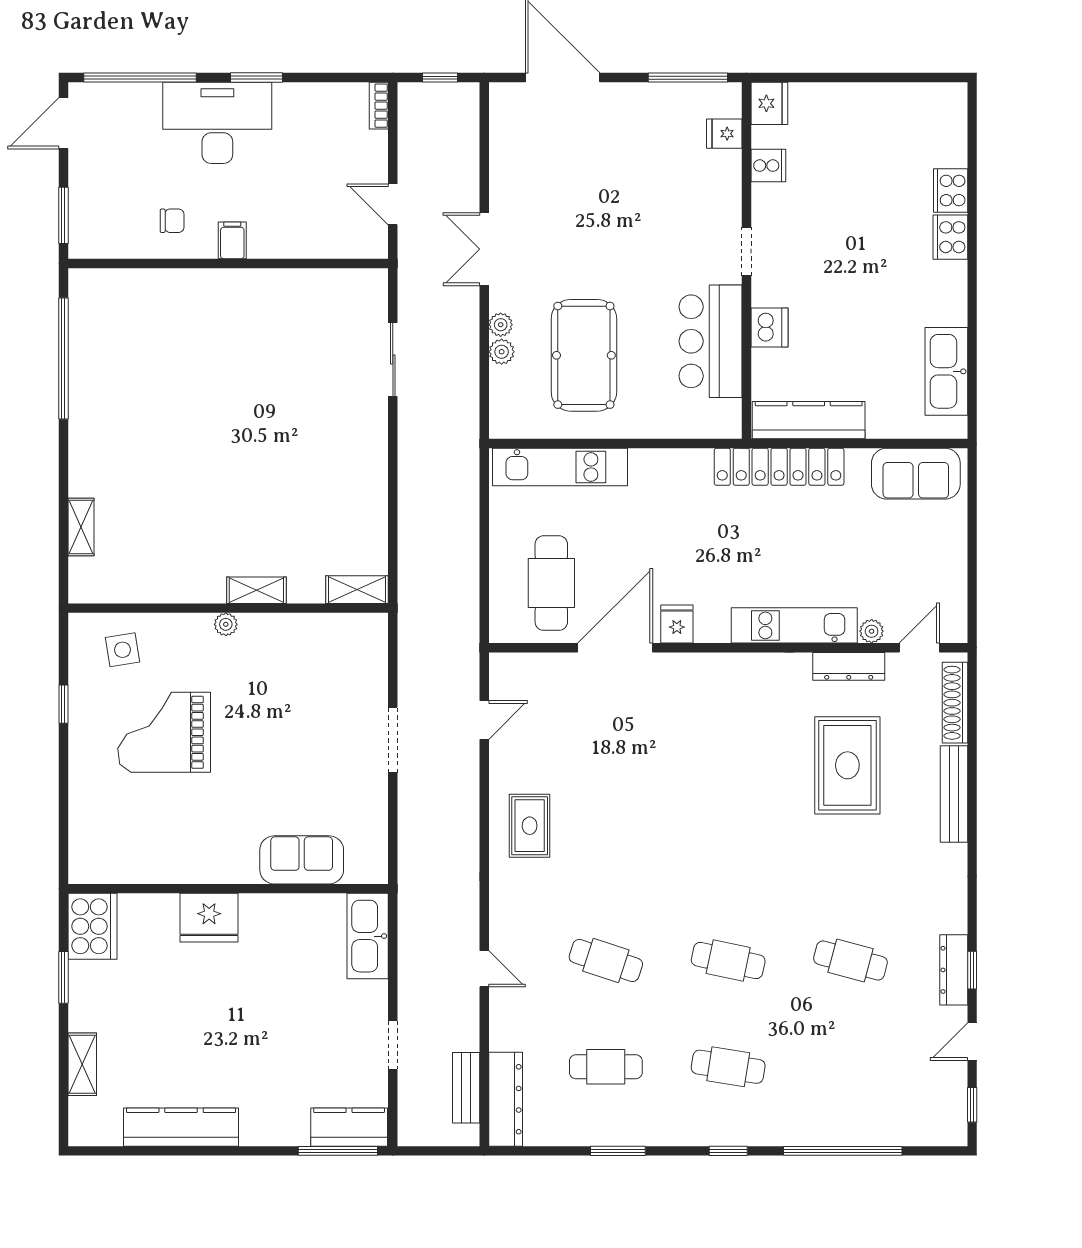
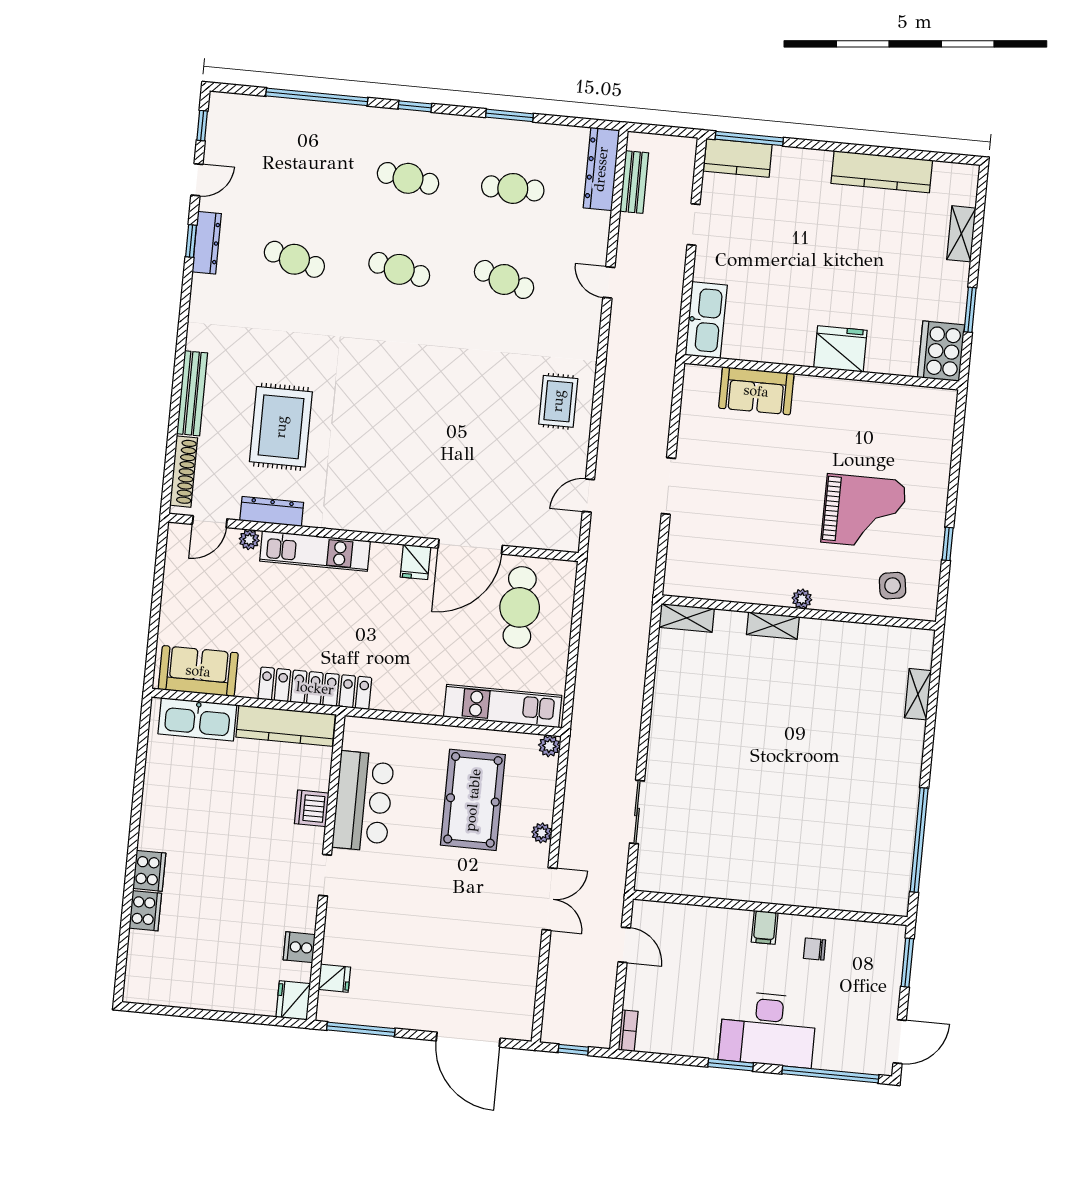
plant: (502, 352) -> (549, 746), moved
kitchen sink: (946, 371) -> (197, 719), moved, turned 90

